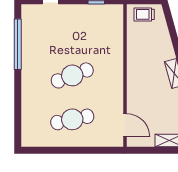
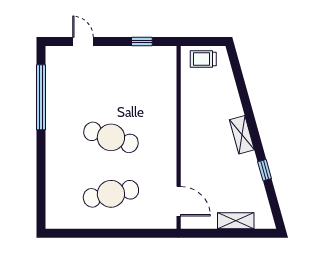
cafe table: (72, 75) -> (111, 137), turned 39

